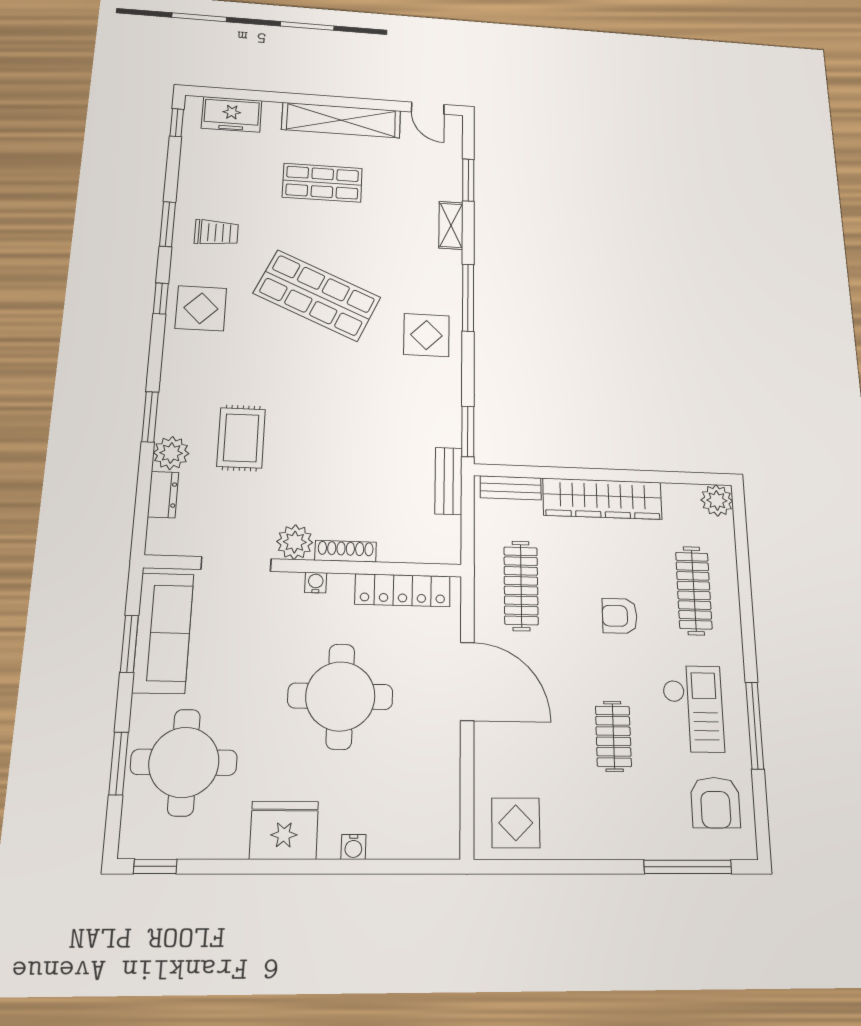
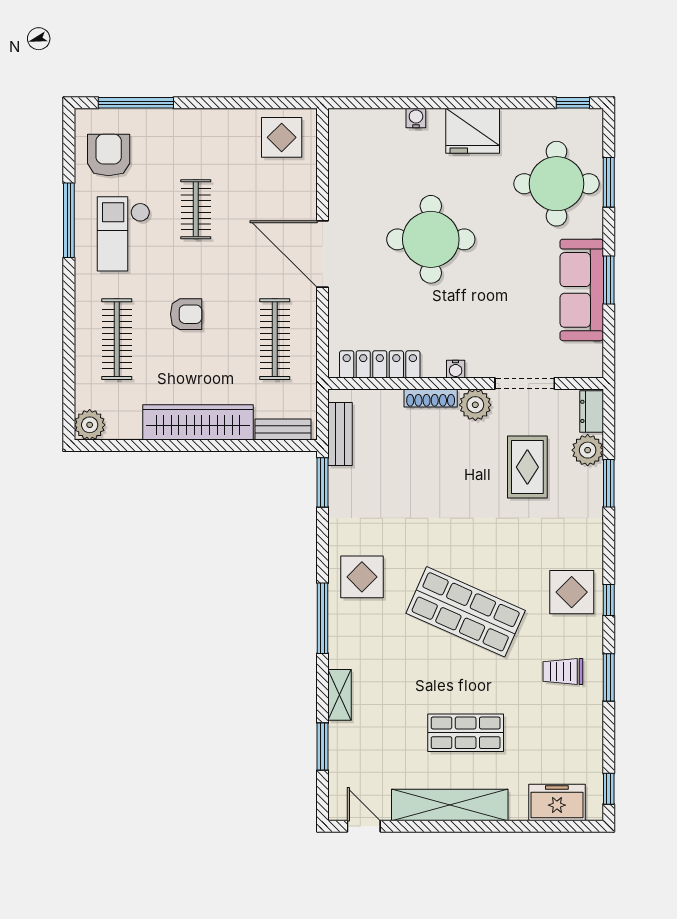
plant: (295, 542) -> (475, 405), moved
shoe rack: (346, 551) -> (431, 398), moved
doorway: (236, 564) -> (525, 384), moved
wall: (305, 566) -> (466, 384), moved
water cooler: (316, 583) -> (456, 369), moved
locker: (403, 590) -> (380, 364), moved

